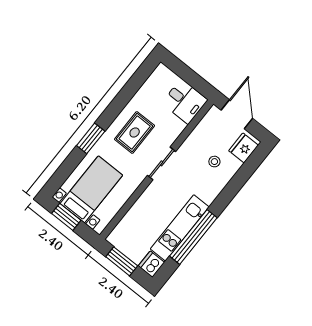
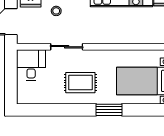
sliding door: (161, 163) -> (67, 47), moved

